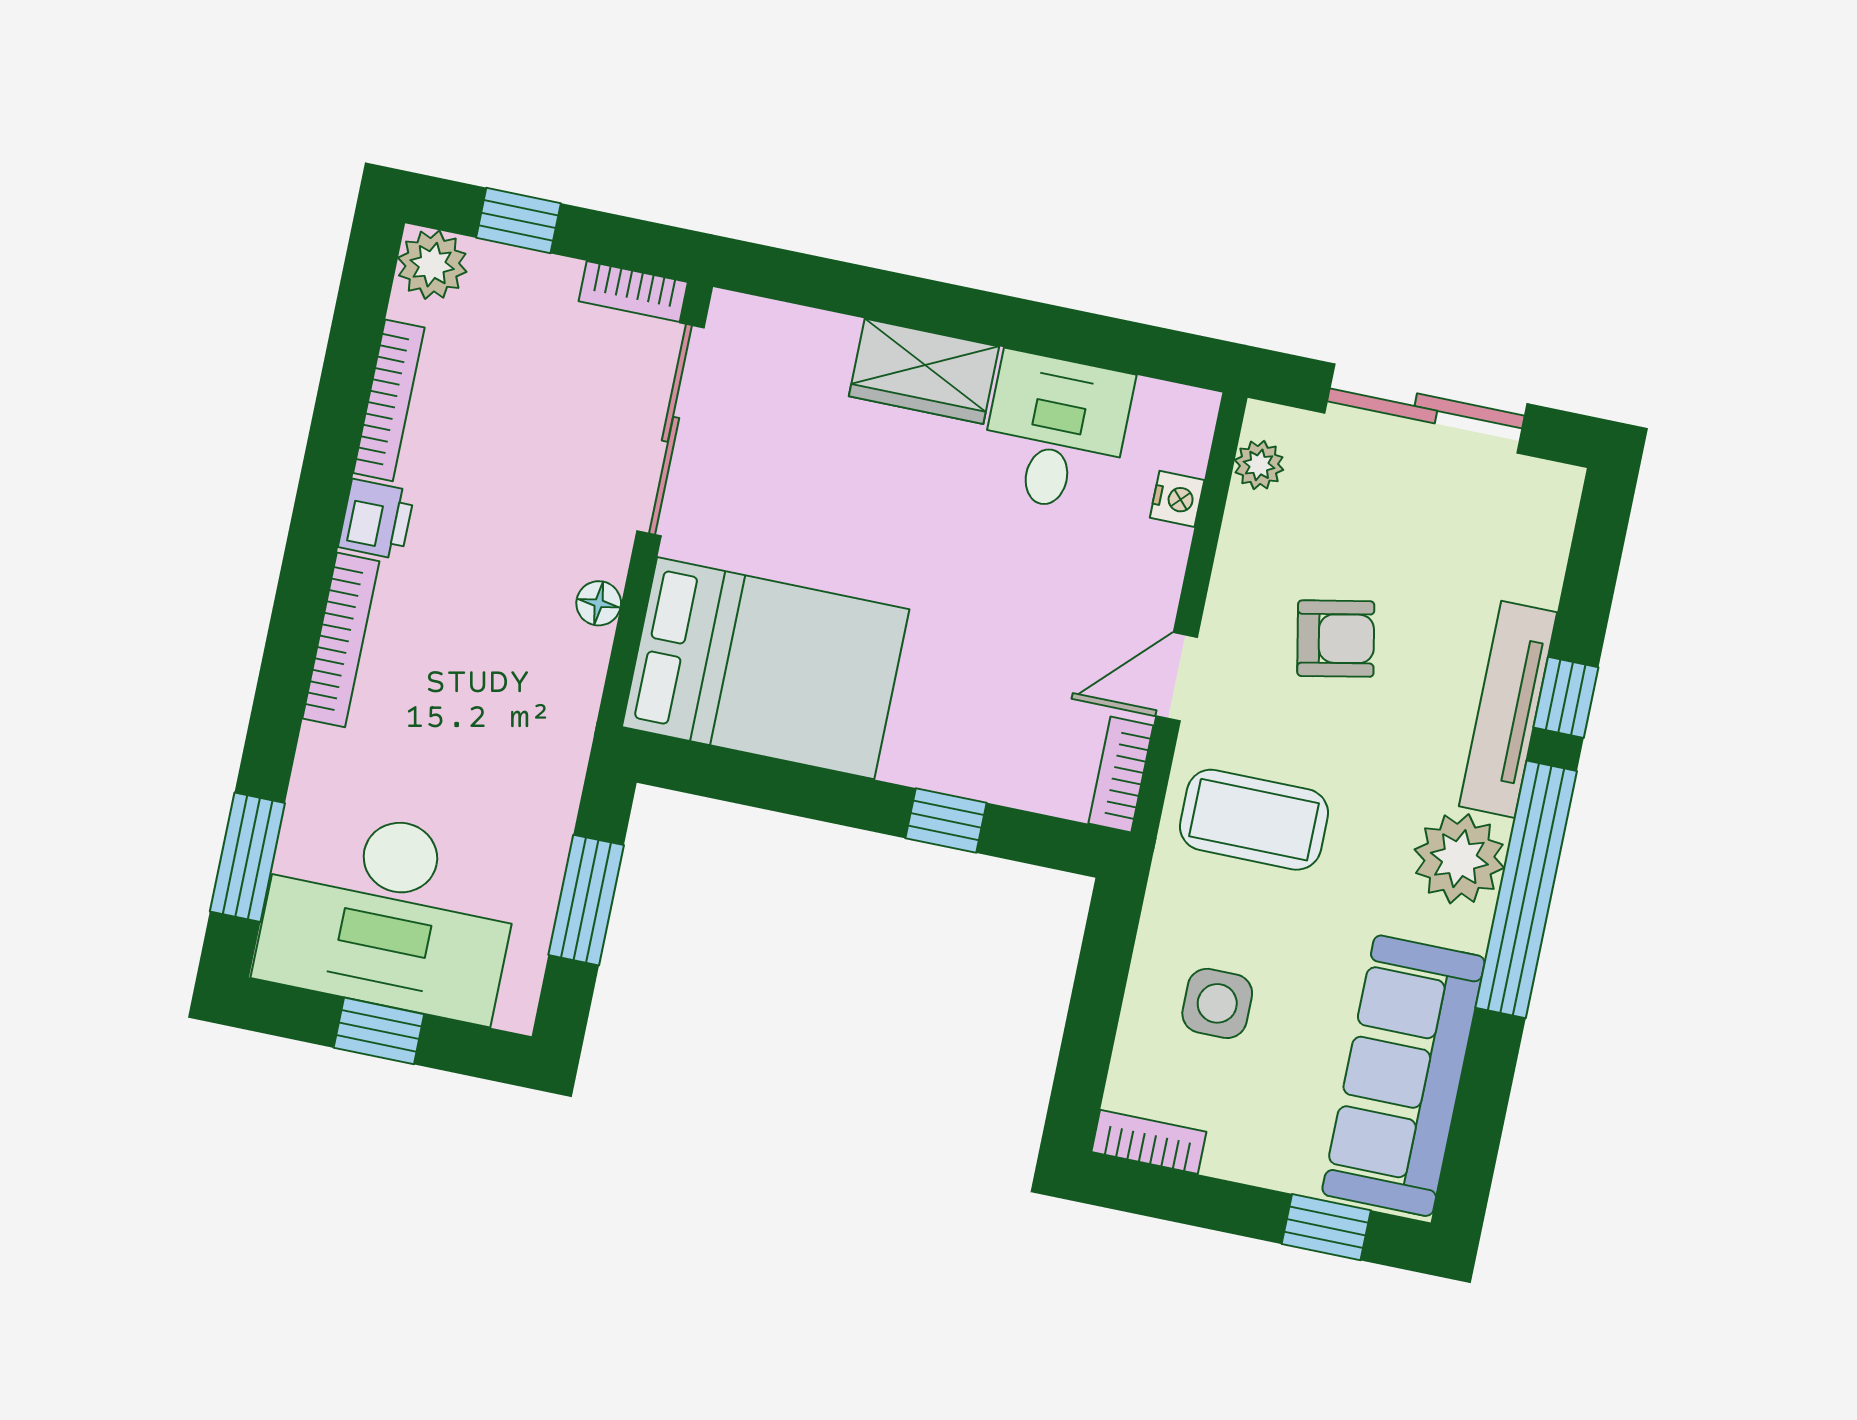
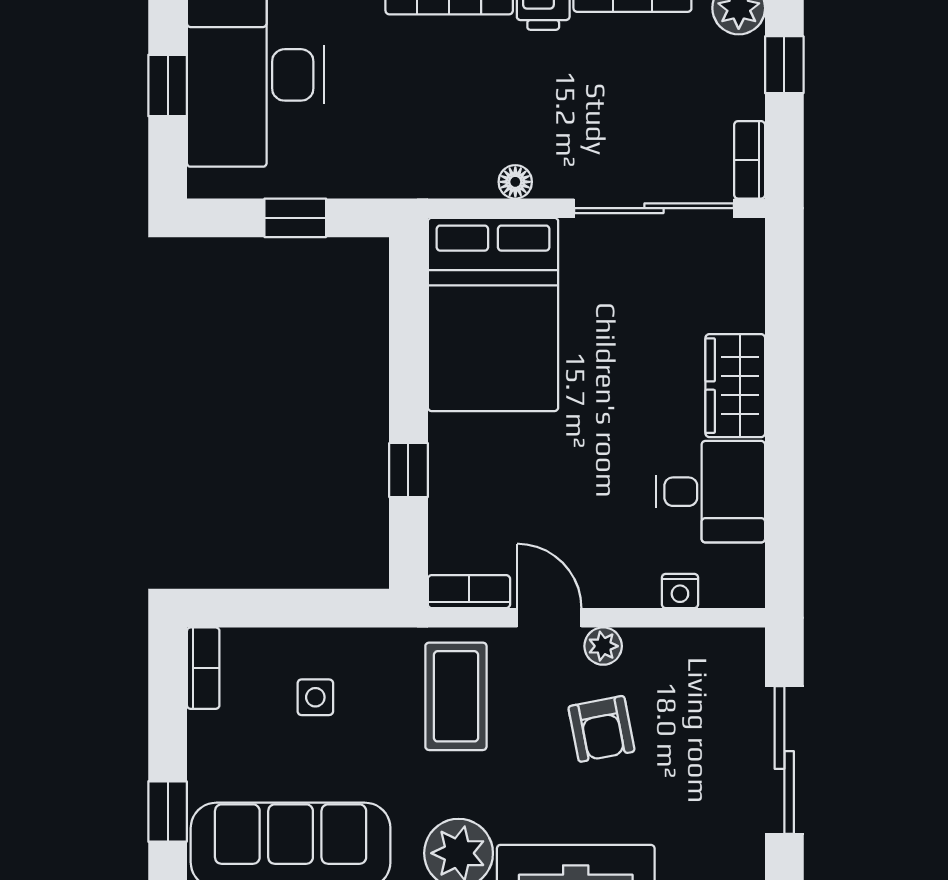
plant: (1259, 465) -> (603, 646), moved
window: (586, 900) -> (295, 218), width x0.67
side table: (1217, 1003) -> (315, 697), width x0.73, depth x0.73

